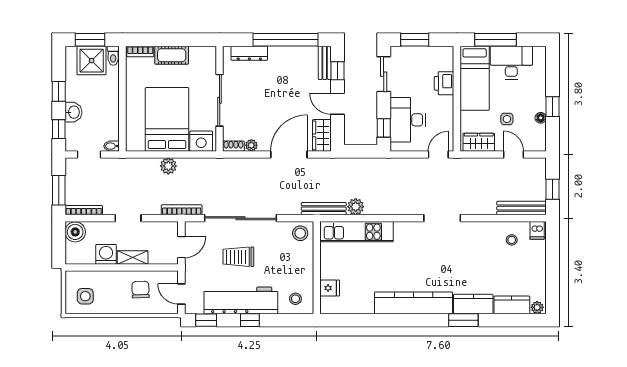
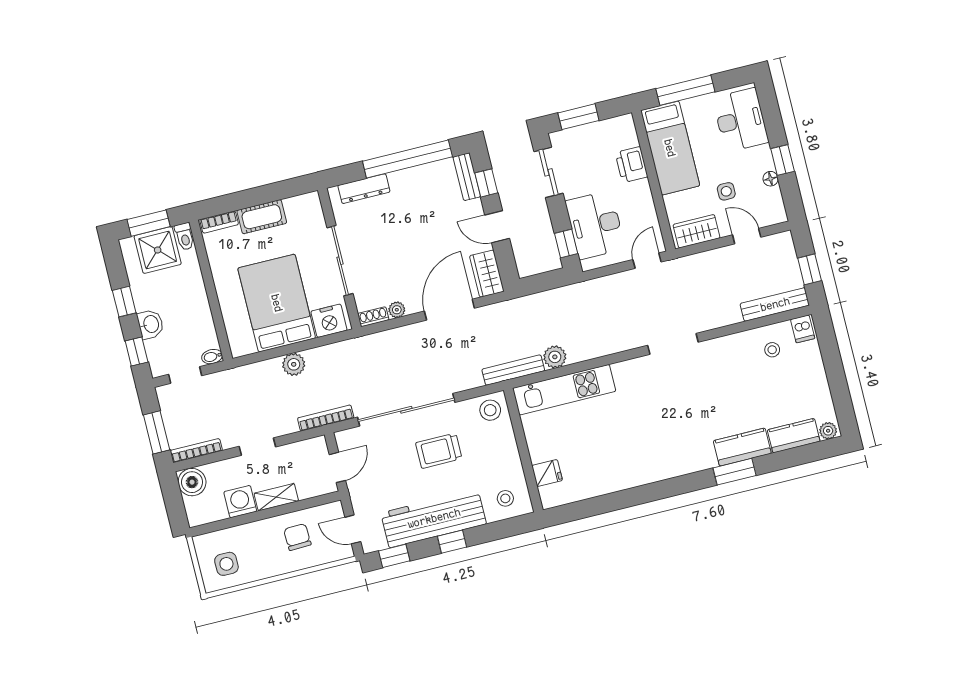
desk: (511, 63) -> (741, 120), moved, turned 90
trolley: (238, 257) -> (439, 451), moved
kitchen counter: (413, 303) -> (663, 465), removed

